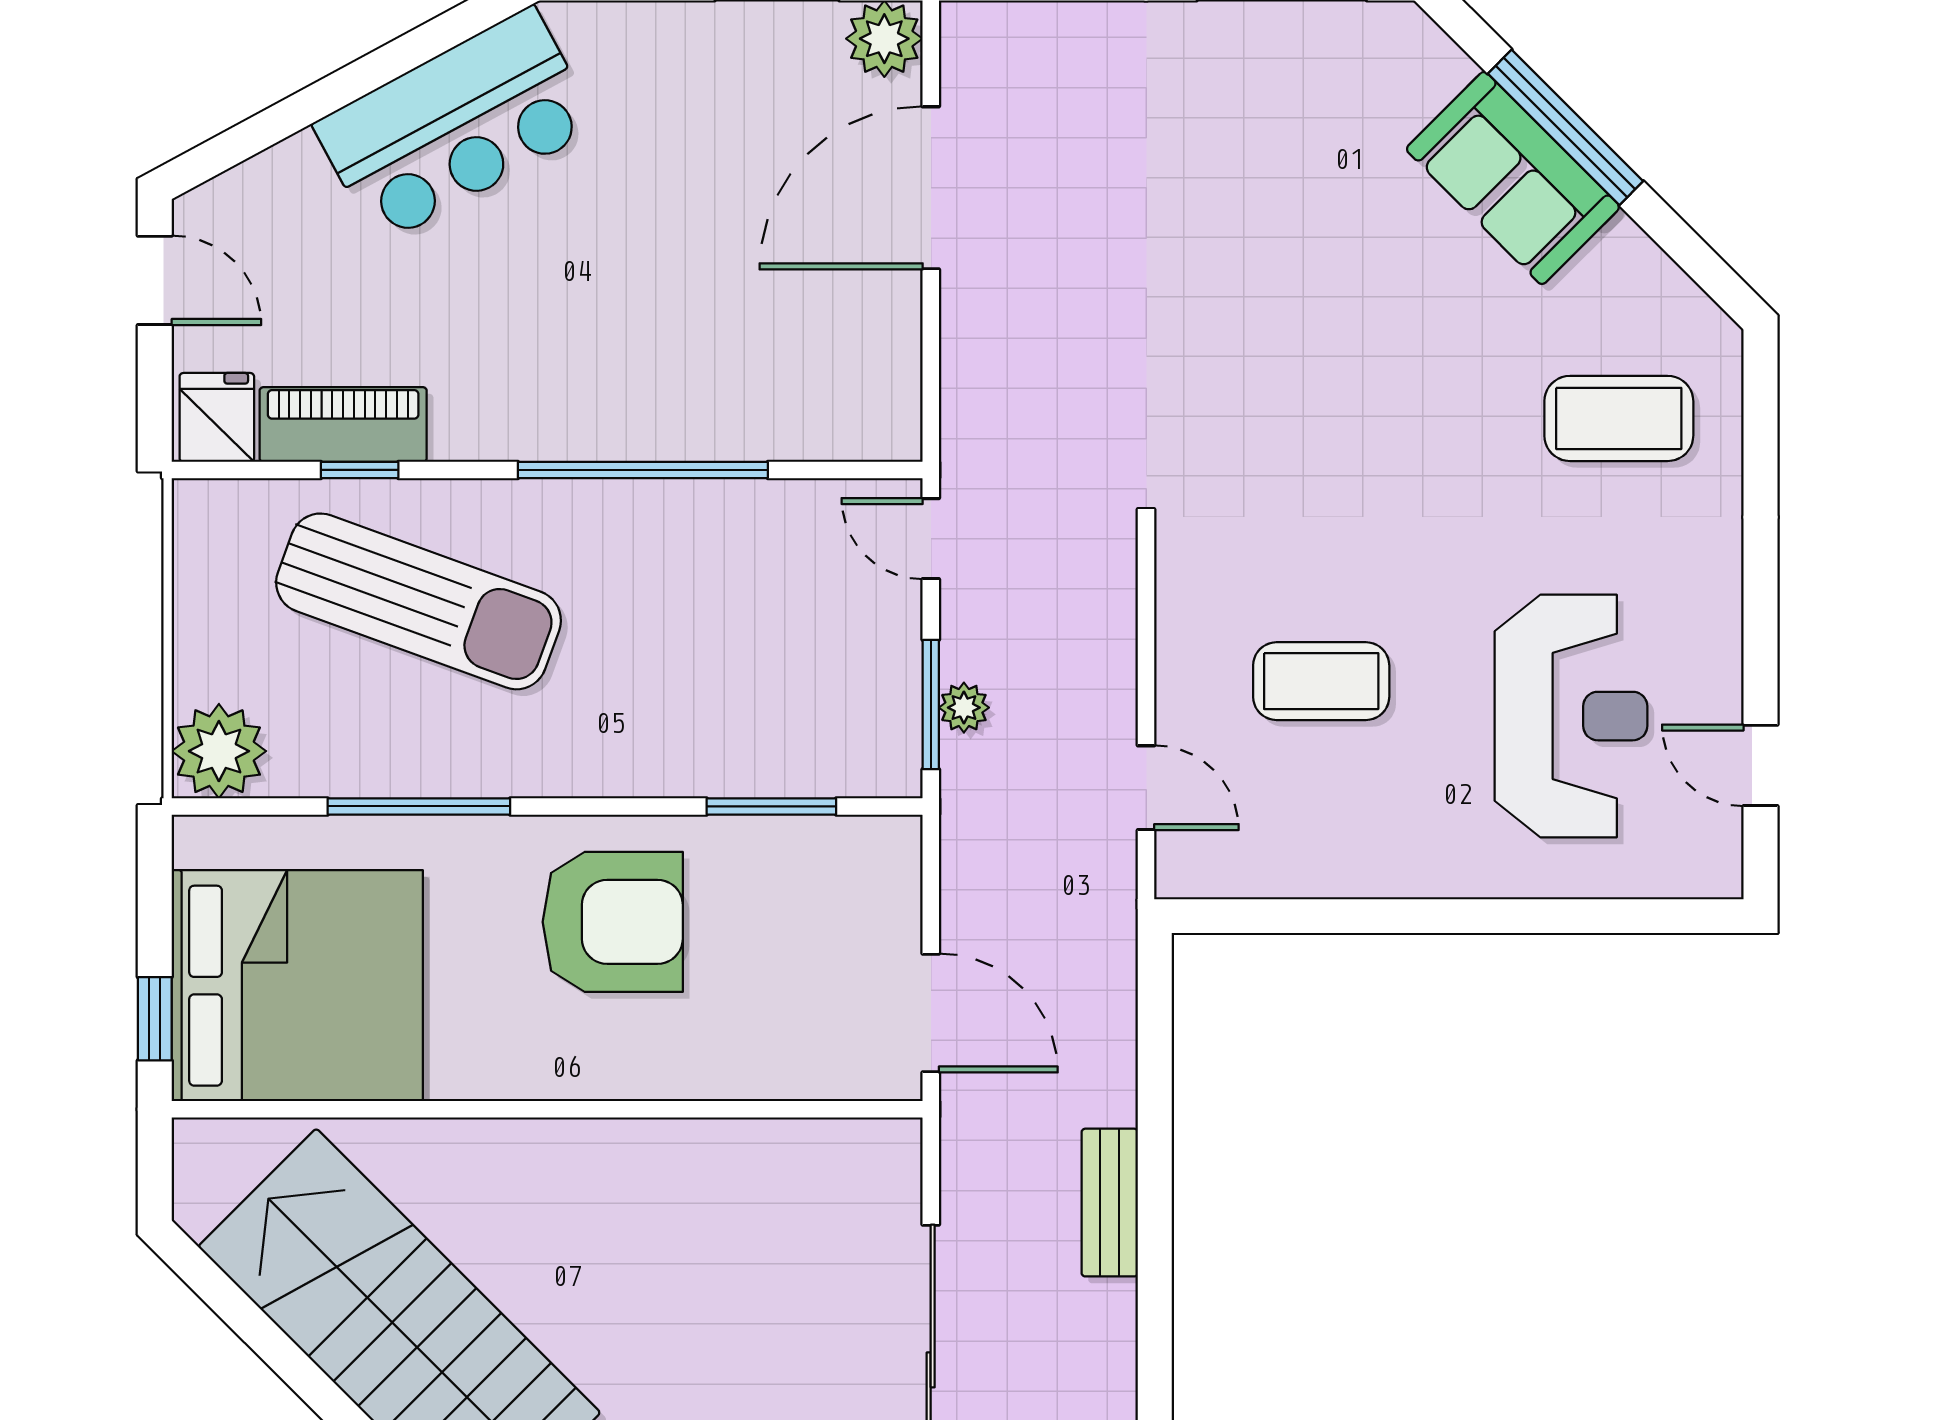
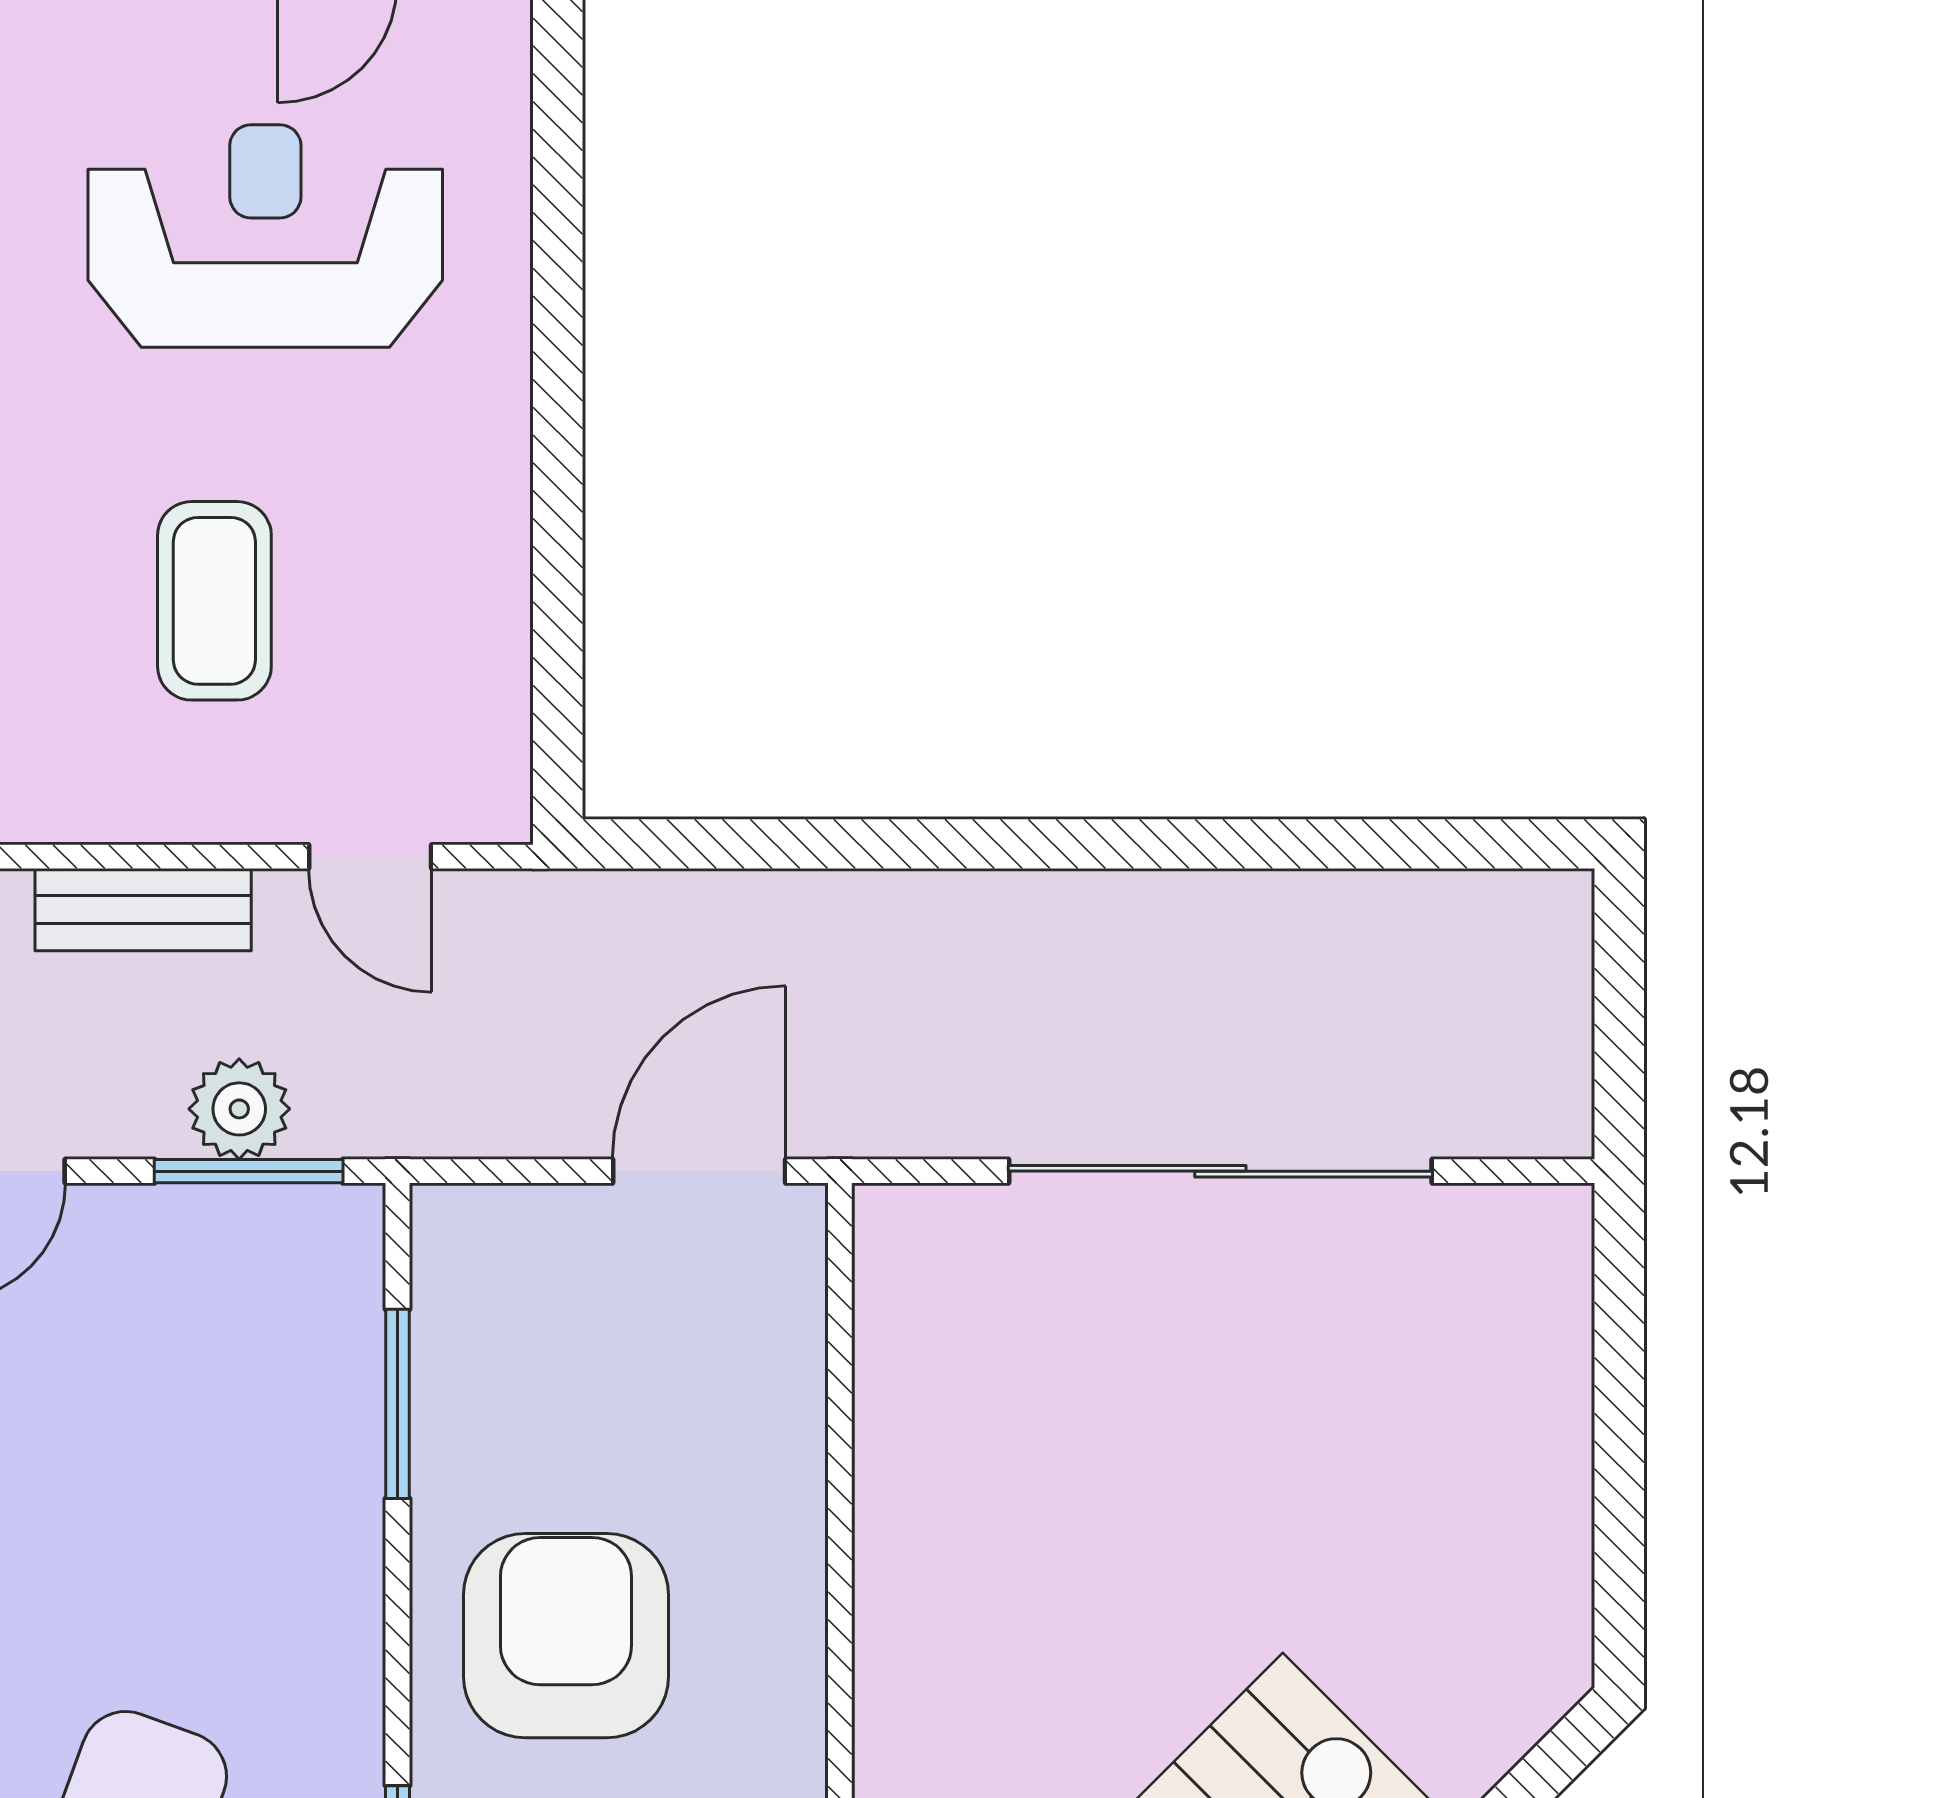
plant: (964, 708) -> (239, 1109), width x1.38, depth x1.38
door: (1146, 788) -> (370, 857), swing flipped
bench: (1110, 1203) -> (143, 910), moved

